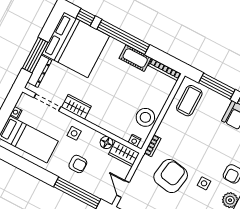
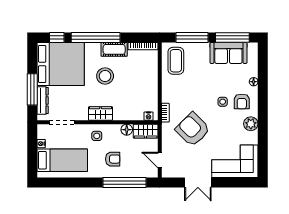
wardrobe: (76, 107) -> (101, 114), moved
stool: (145, 117) -> (105, 76), moved
armchair: (171, 176) -> (193, 129), turned -55
side table: (204, 183) -> (223, 102), moved

